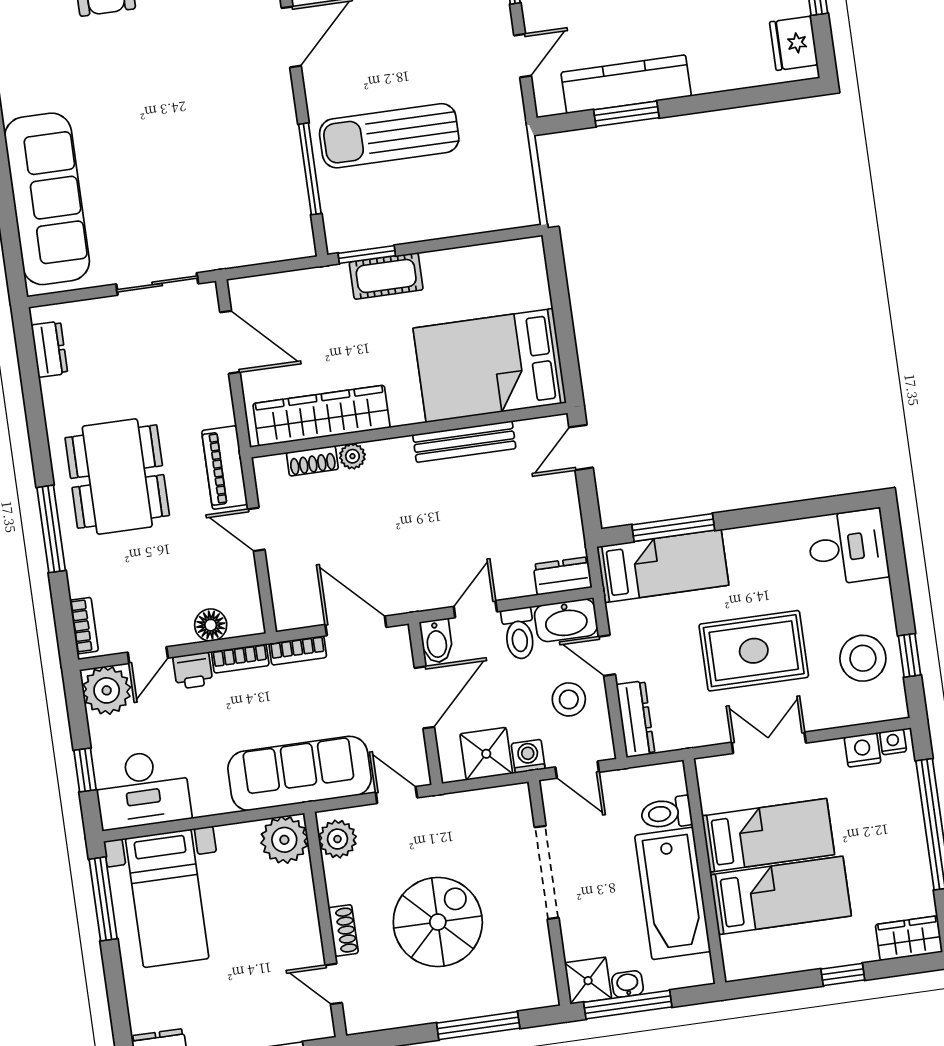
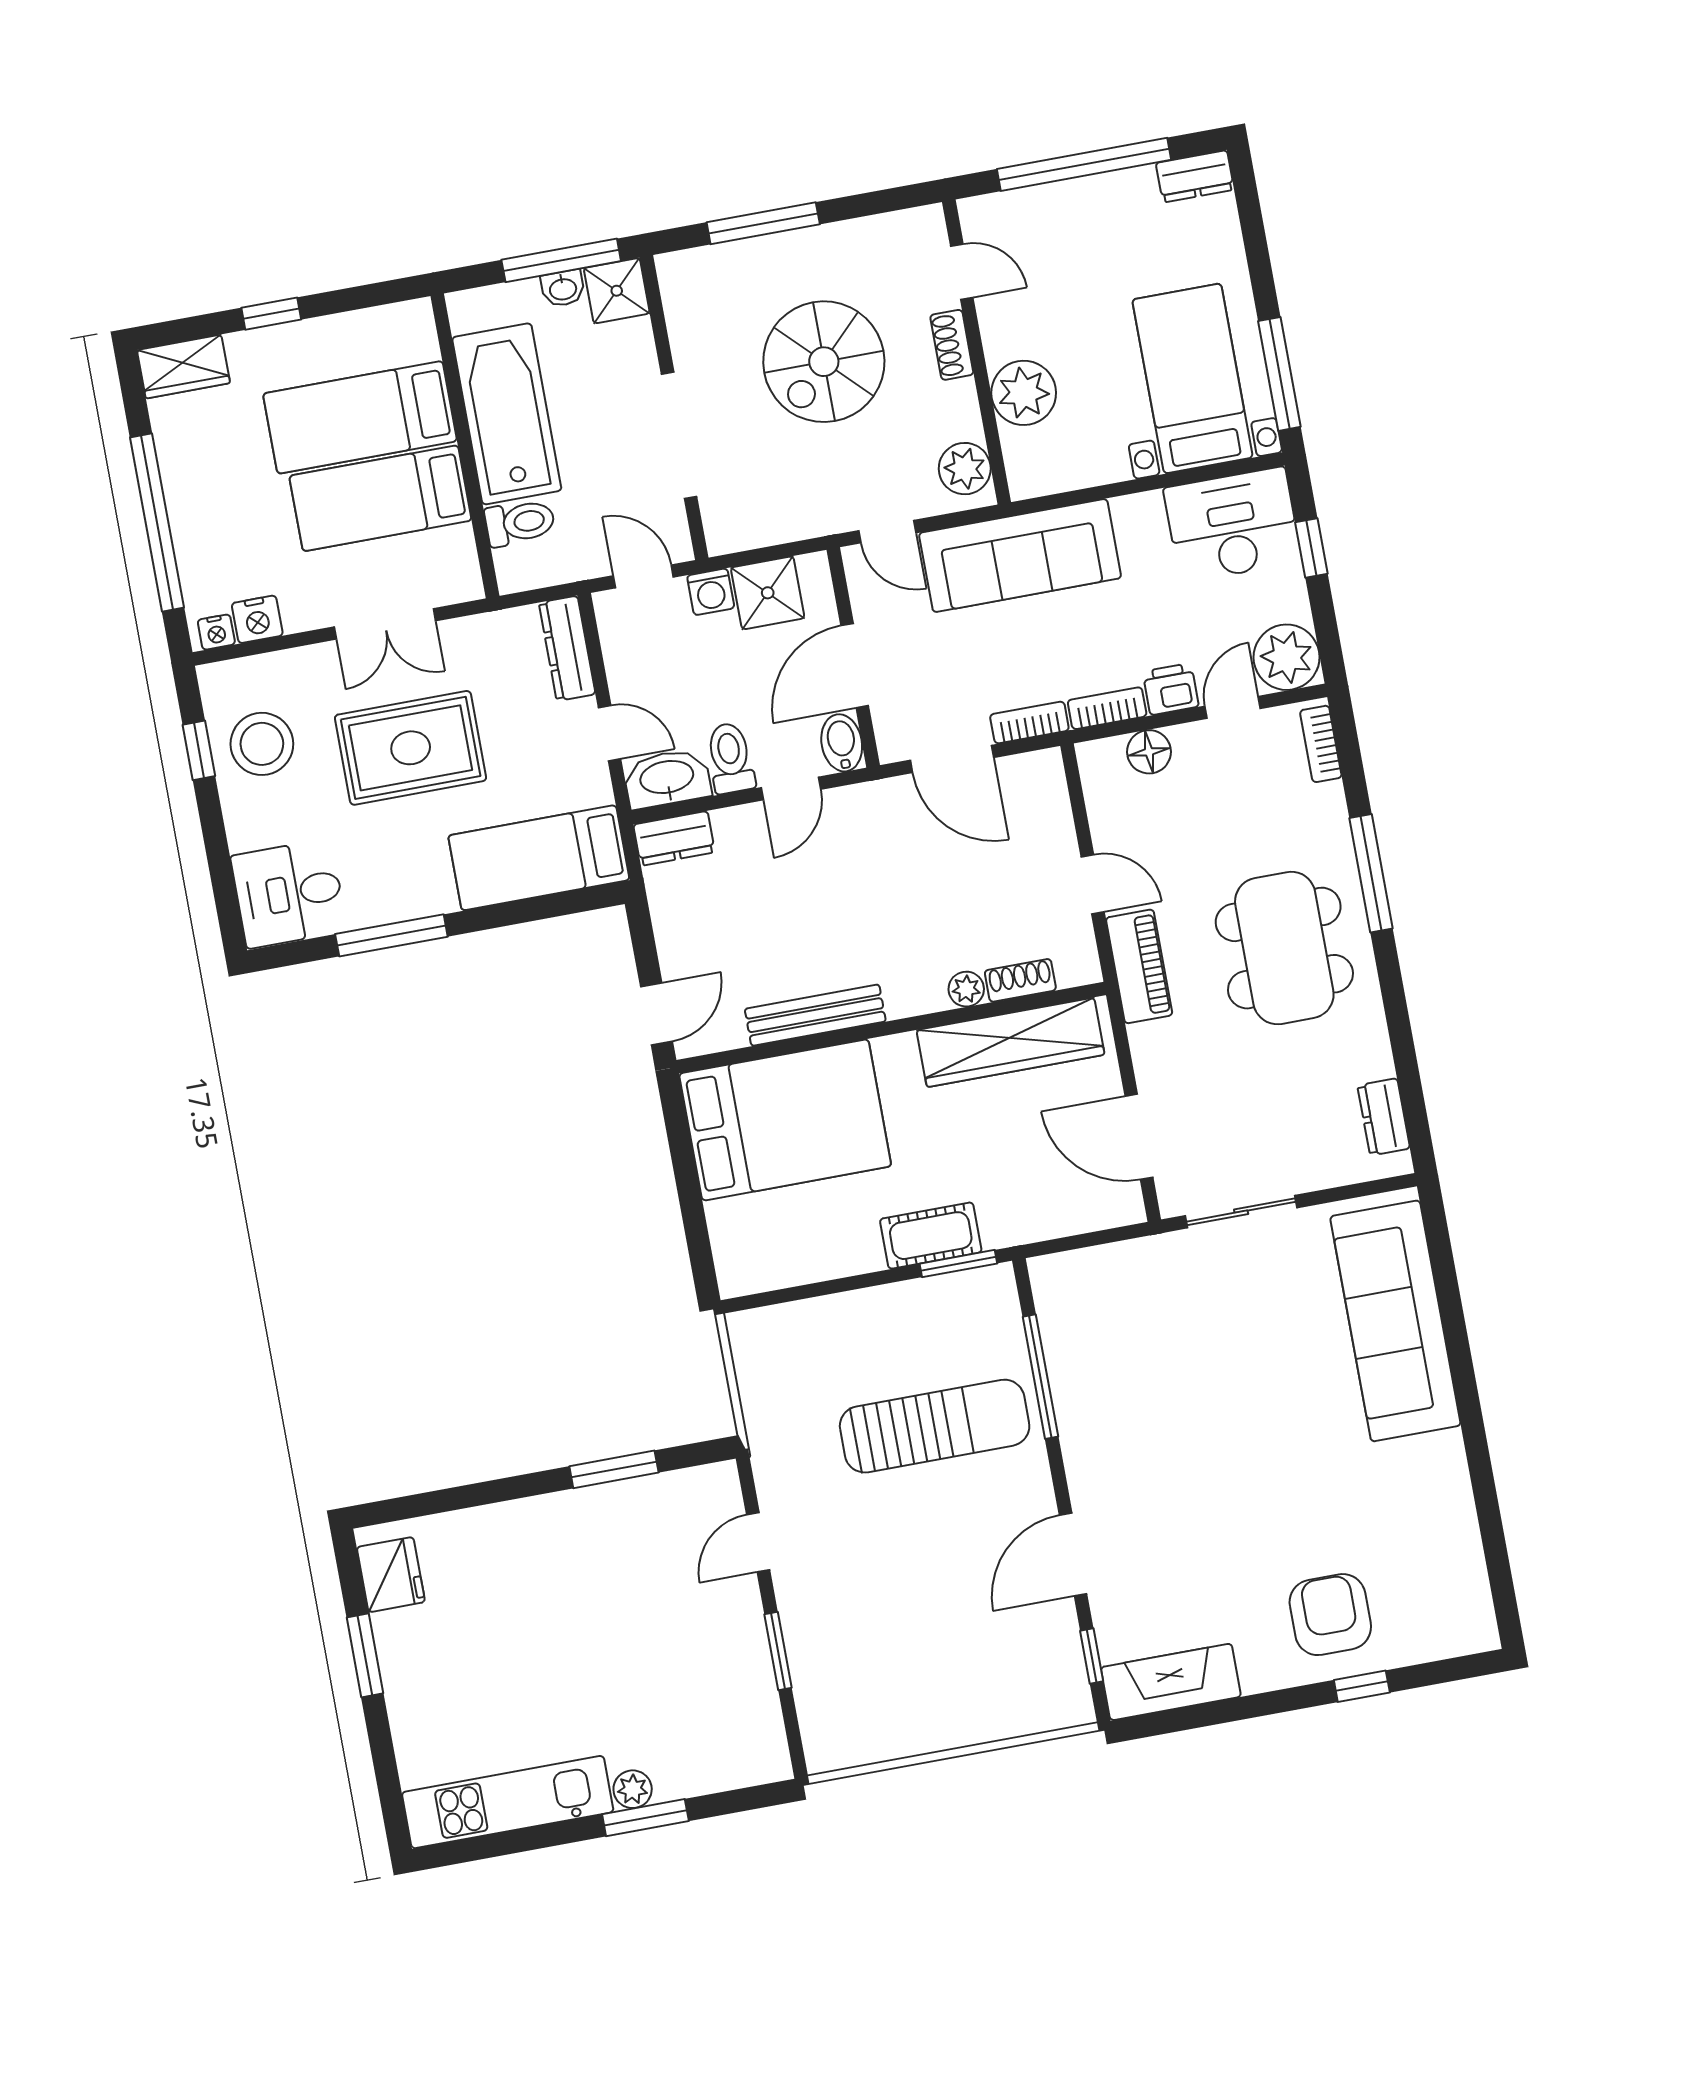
kitchen counter: (626, 84) -> (616, 1509), removed
window: (673, 527) -> (391, 935), moved
stool: (569, 699) -> (659, 671), removed
plant: (284, 840) -> (1024, 393), moved

